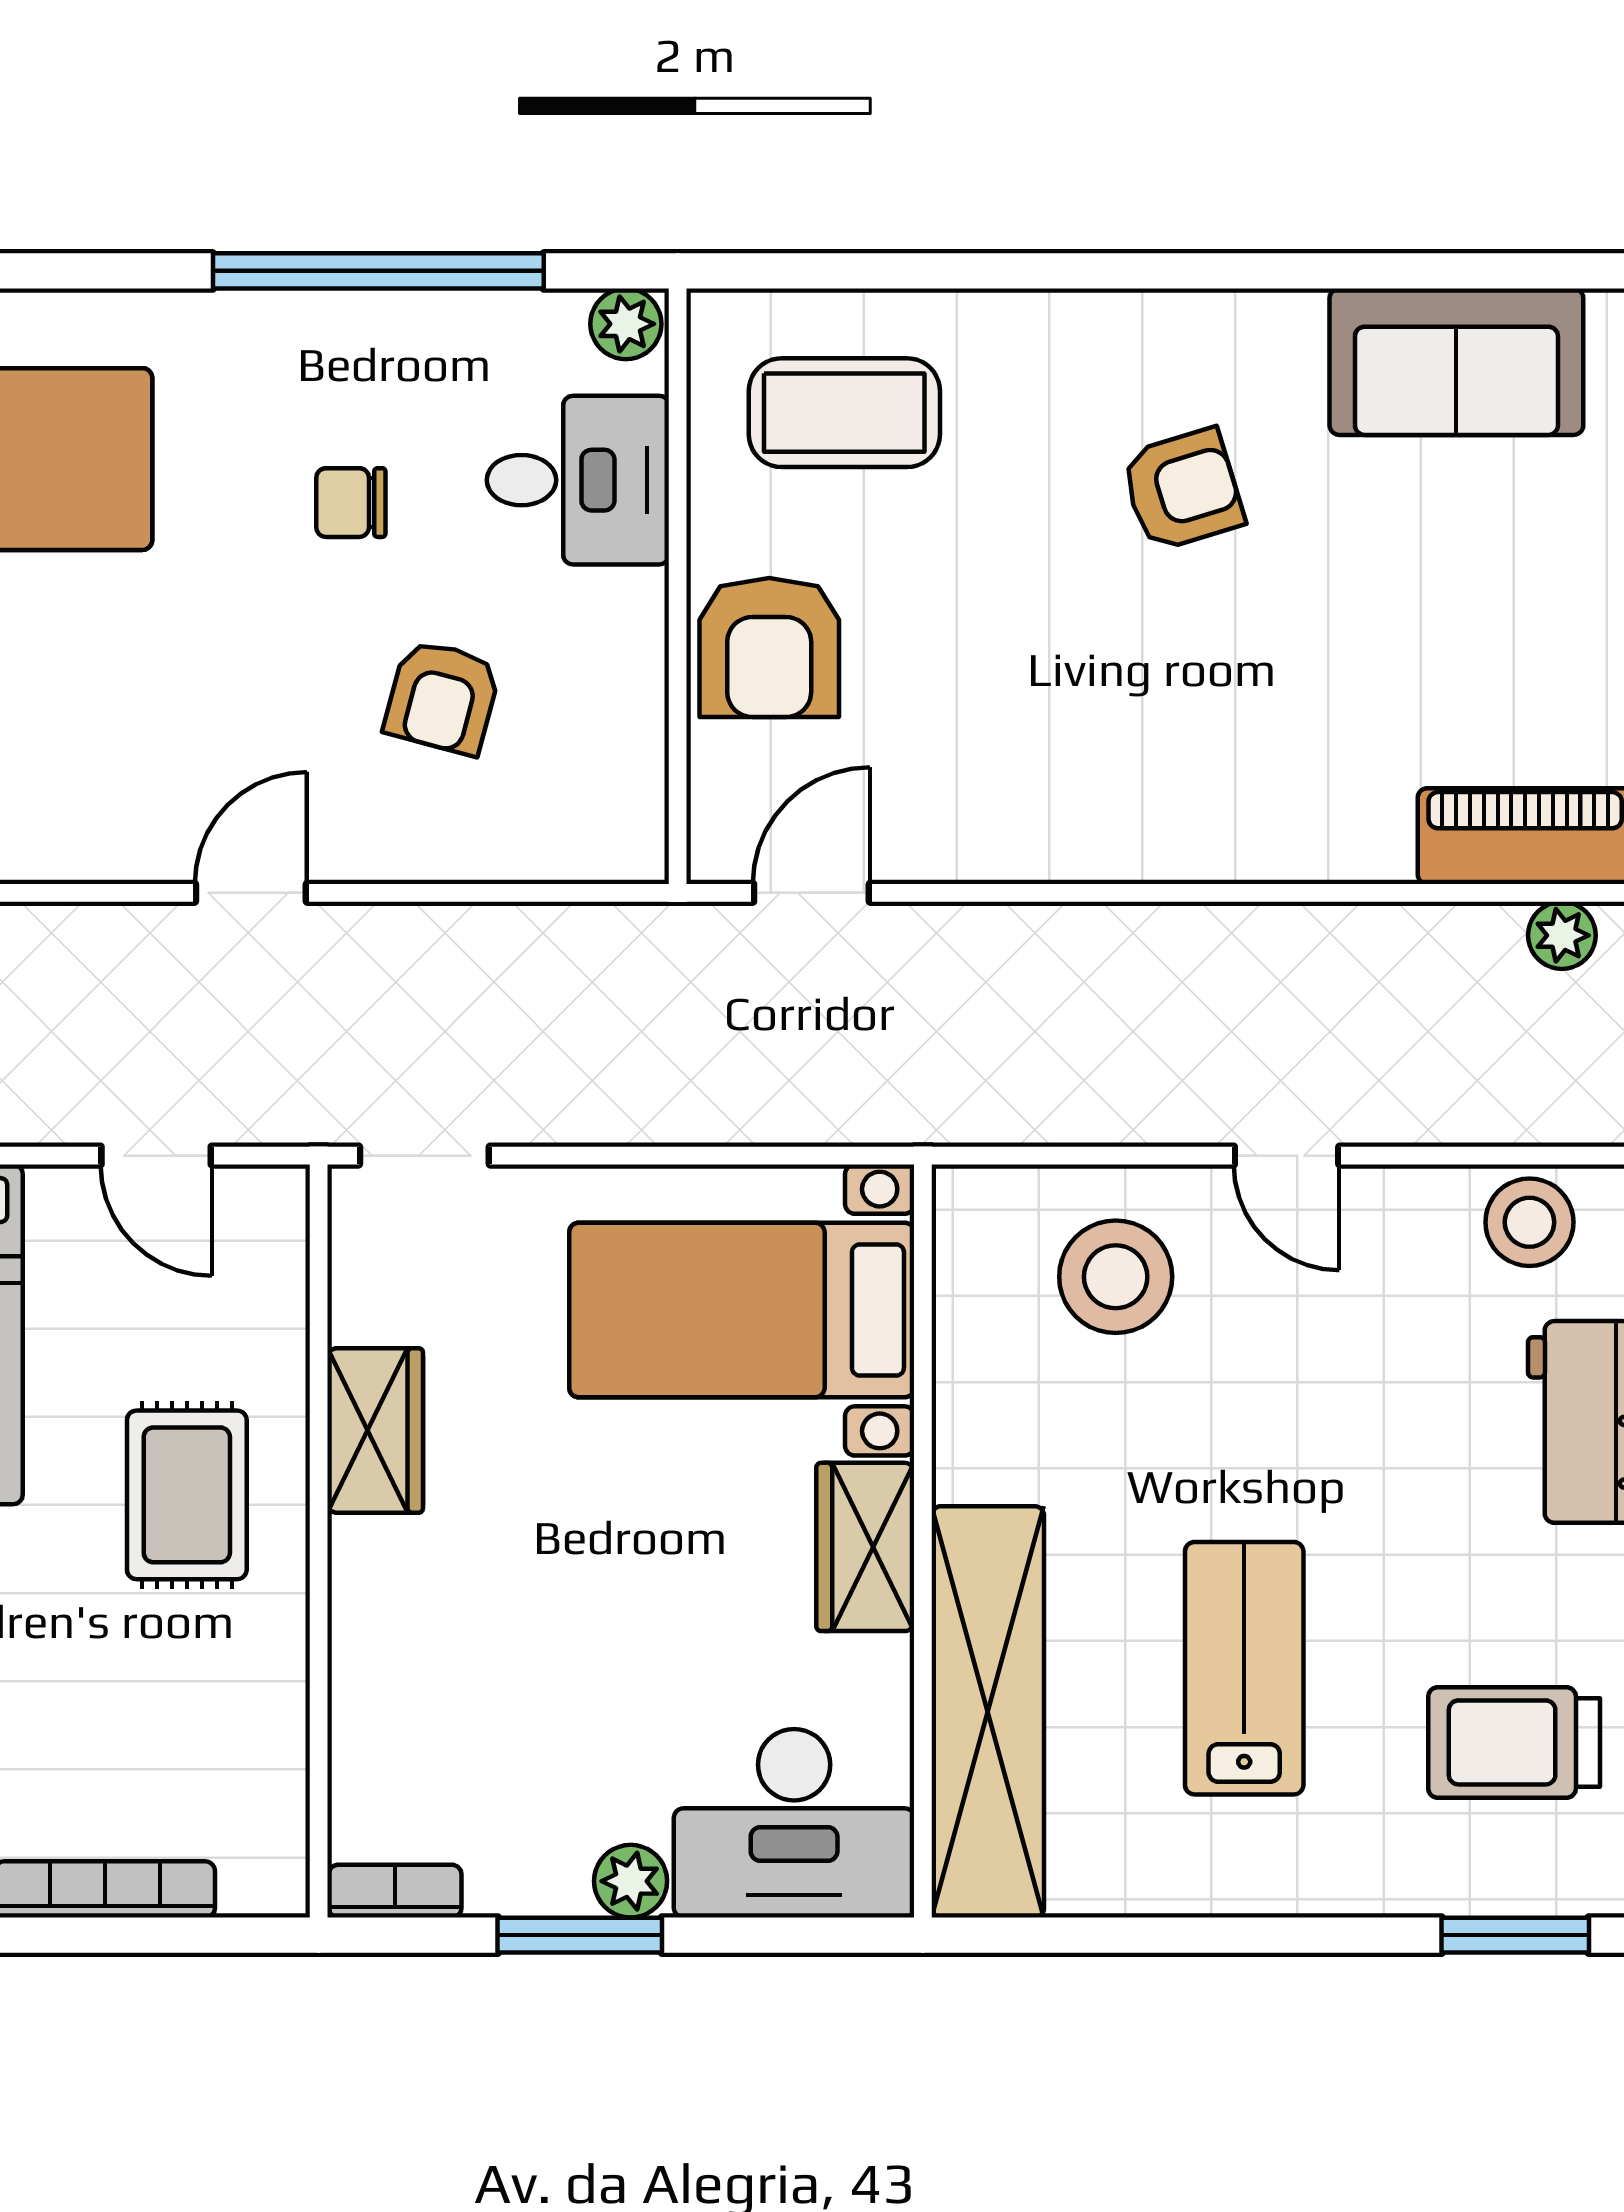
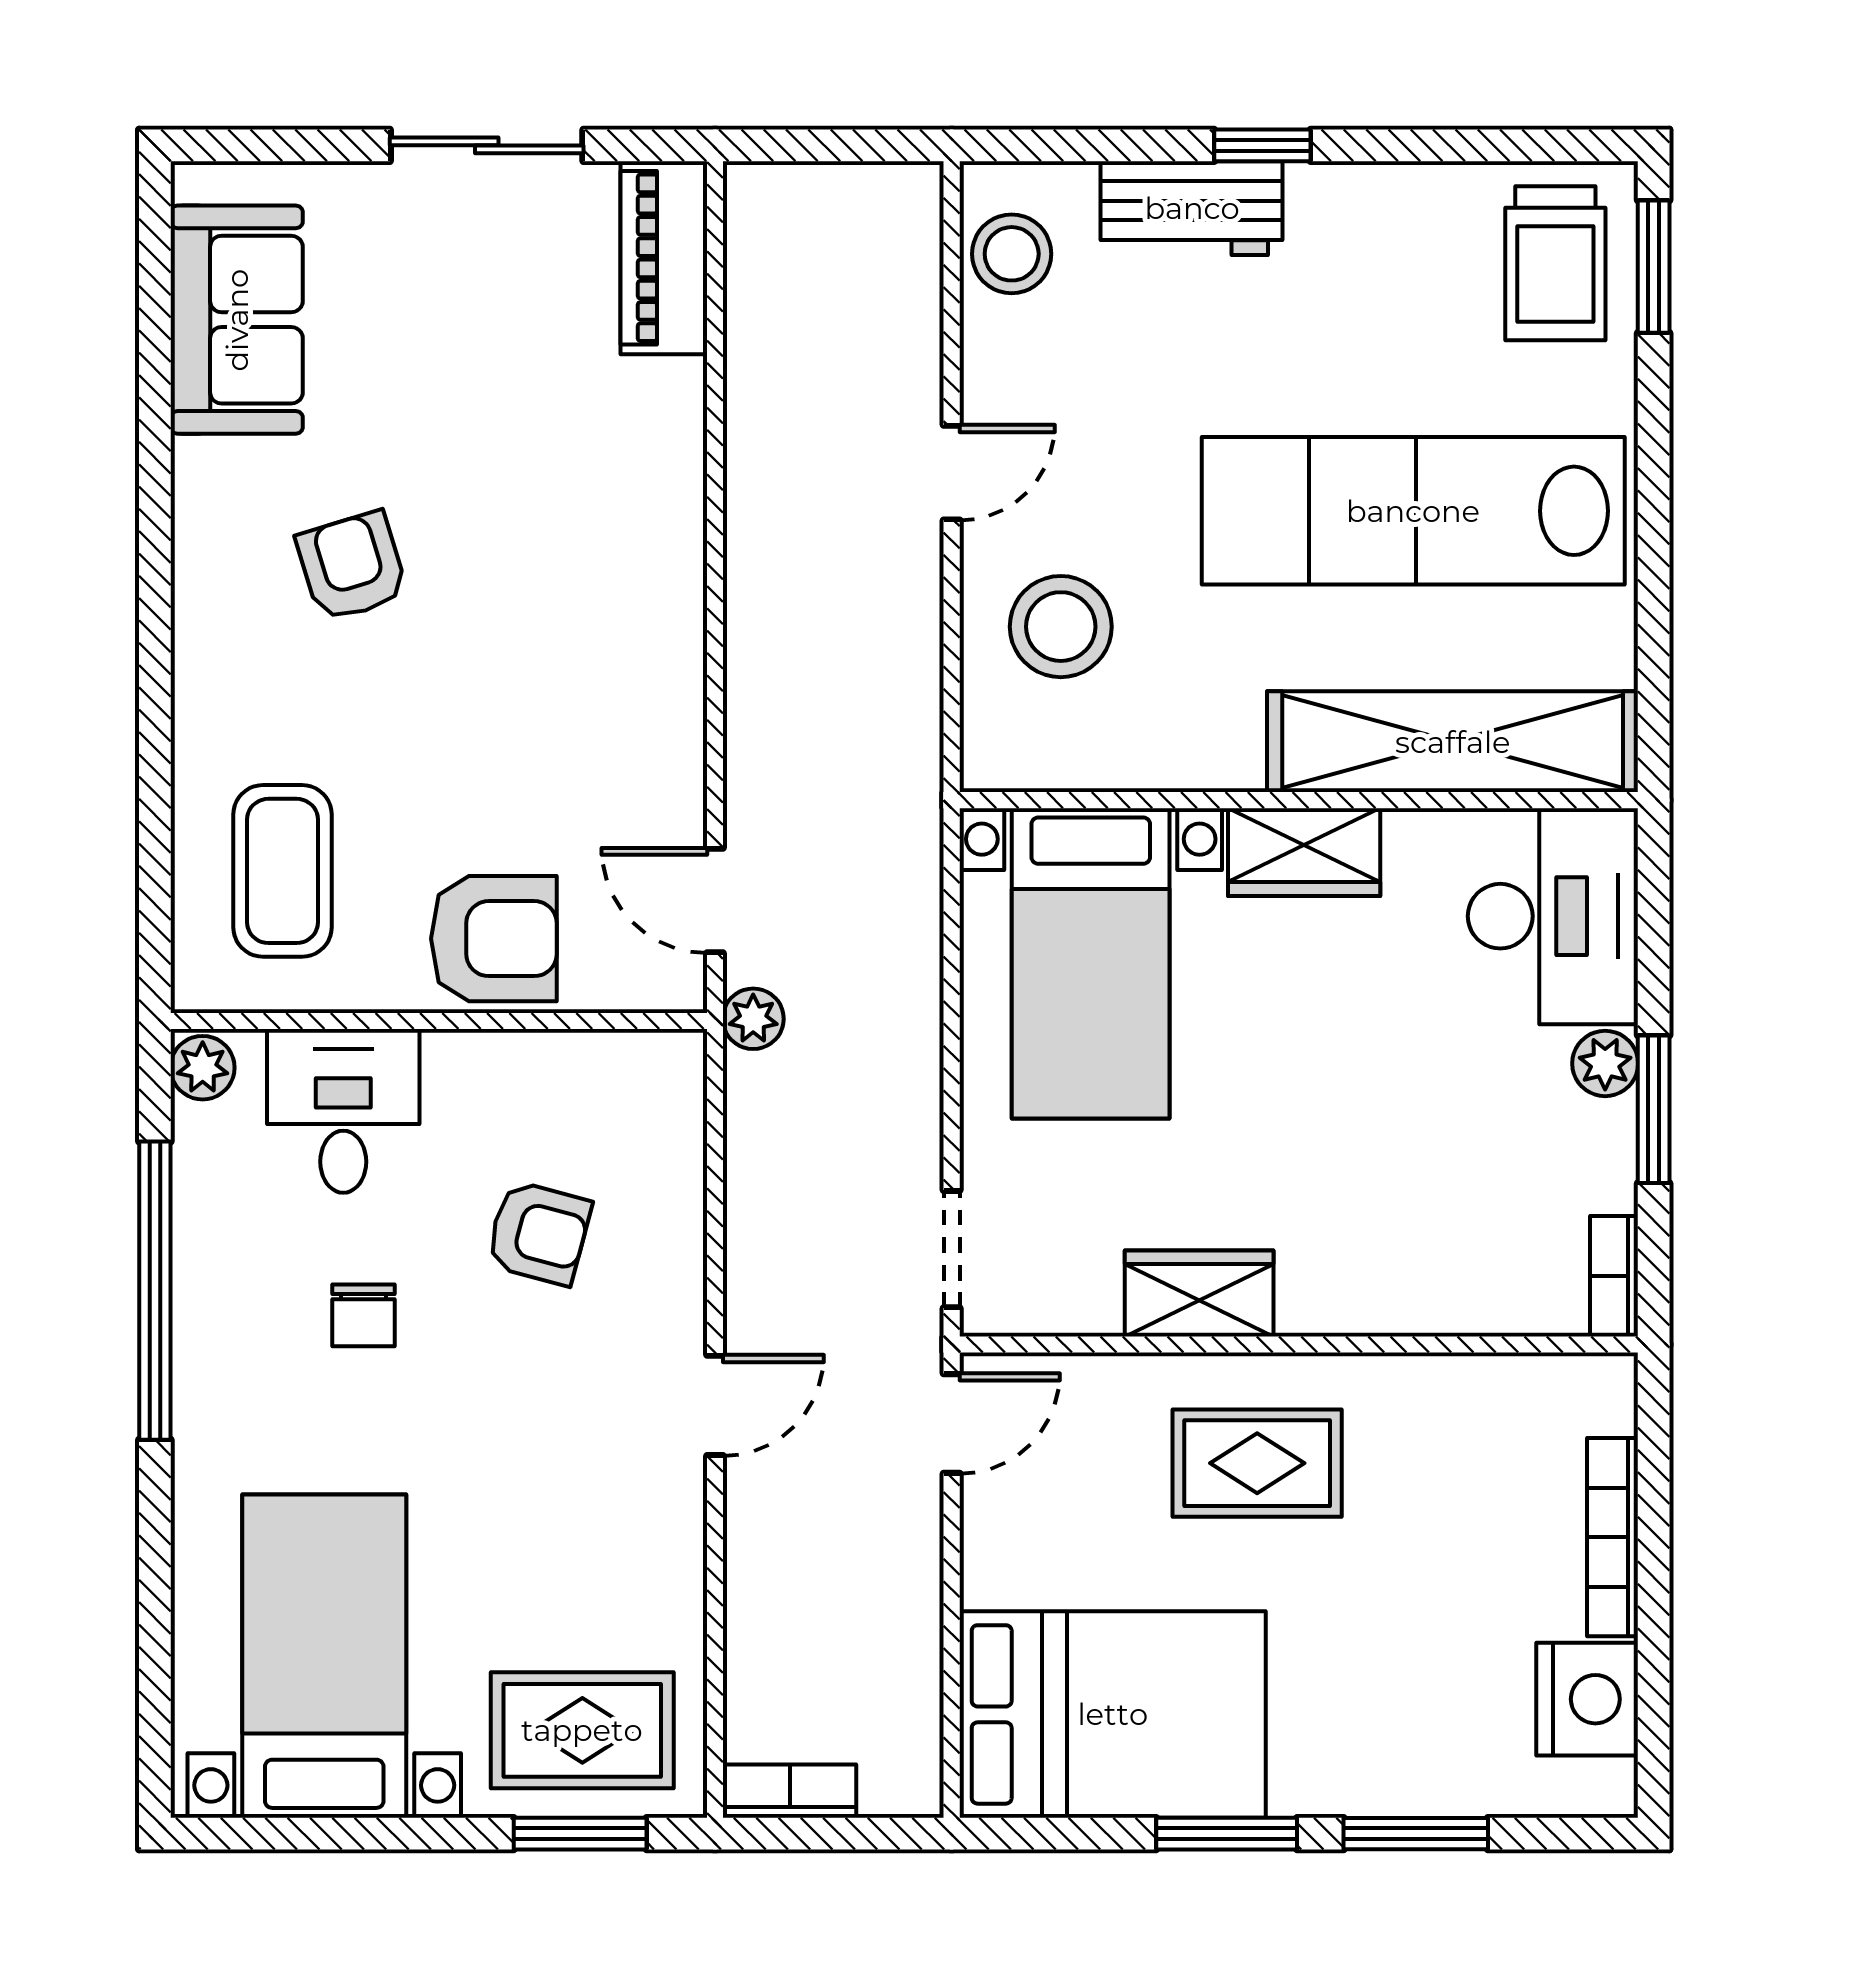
door: (251, 893) -> (715, 1405), swing flipped
plant: (1562, 935) -> (753, 1019), moved
door: (156, 1156) -> (952, 1424), moved
lab bench: (1244, 1668) -> (1413, 511), width x1.86, depth x1.39
trolley: (1514, 1742) -> (1555, 263), moved

